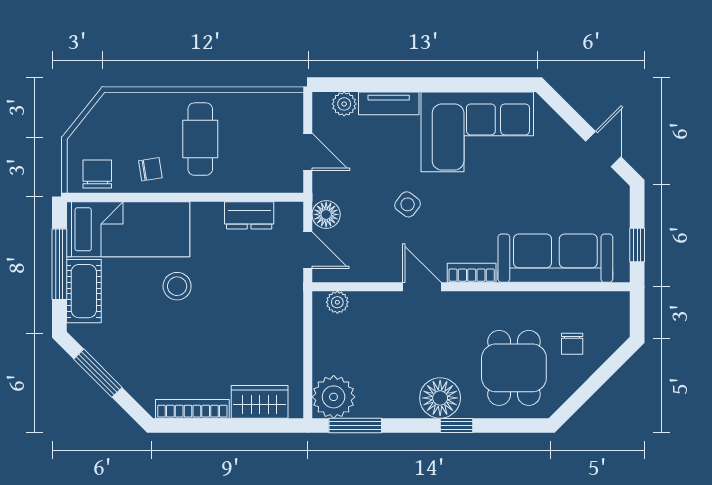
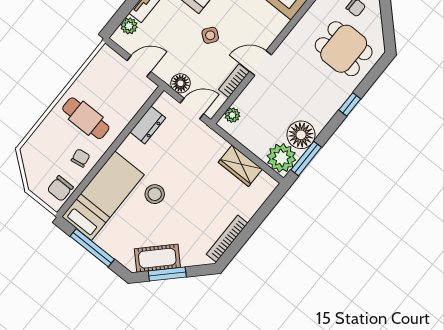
chair: (97, 174) -> (60, 189), turned -90
bookcase: (472, 273) -> (234, 81), moved
cot: (84, 291) -> (157, 258), moved, turned -45
floor lamp: (440, 398) -> (301, 135), moved
wardrobe: (260, 402) -> (240, 166), moved, turned -90

